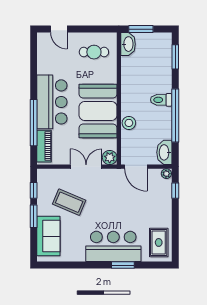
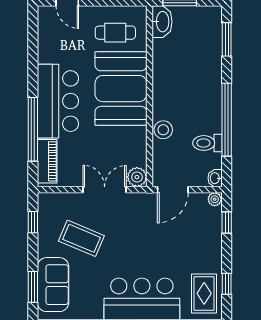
toilet: (161, 100) -> (208, 143), moved
booth: (98, 111) -> (121, 89), moved
washbasin: (164, 152) -> (215, 178), width x0.52, depth x0.69
door: (136, 167) -> (173, 190), hinge flipped
window: (34, 216) -> (33, 287), moved
window: (175, 235) -> (227, 284), added

